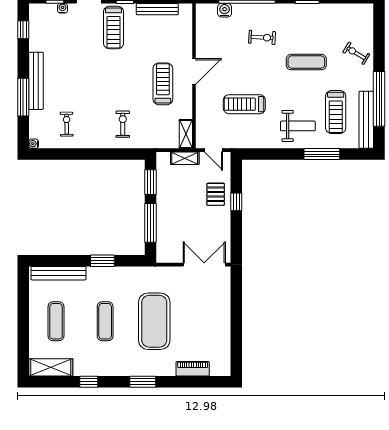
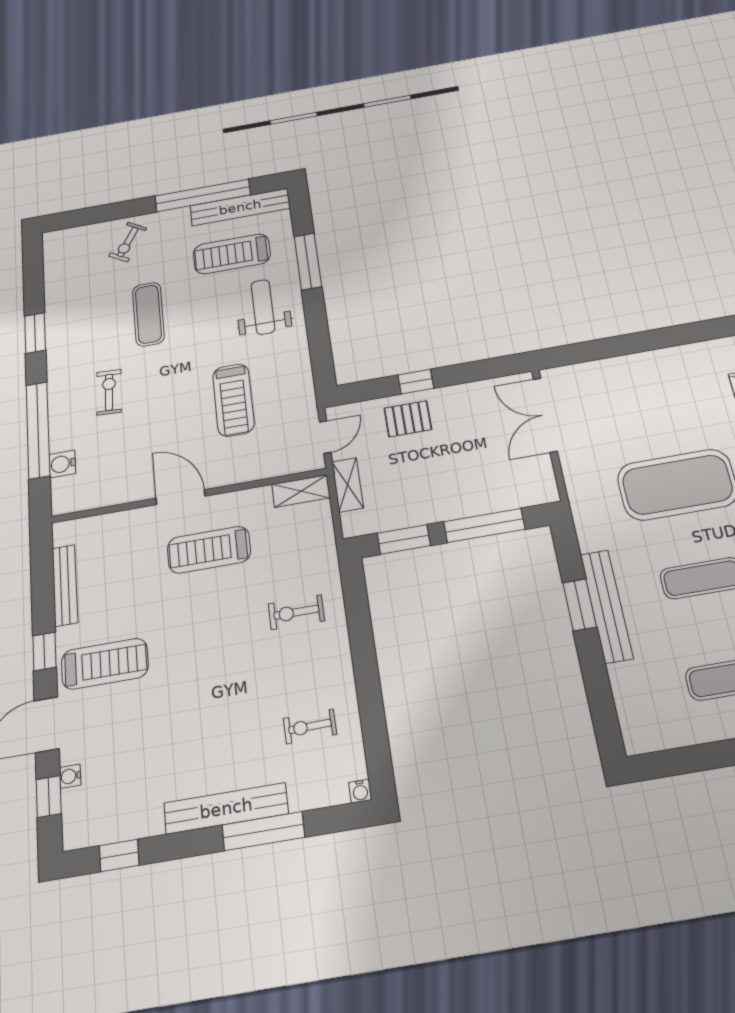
treadmill: (336, 112) -> (232, 254), turned 180
bench: (58, 273) -> (606, 606), moved

